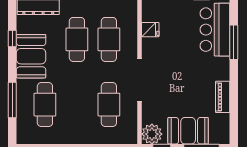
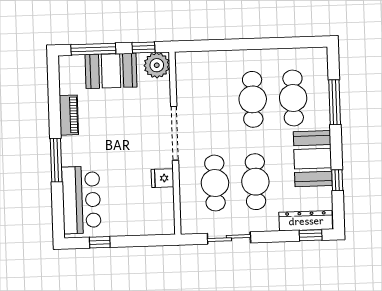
fridge: (150, 30) -> (162, 178), moved
window: (234, 42) -> (56, 160), moved
cafe table: (109, 105) -> (253, 99), moved

